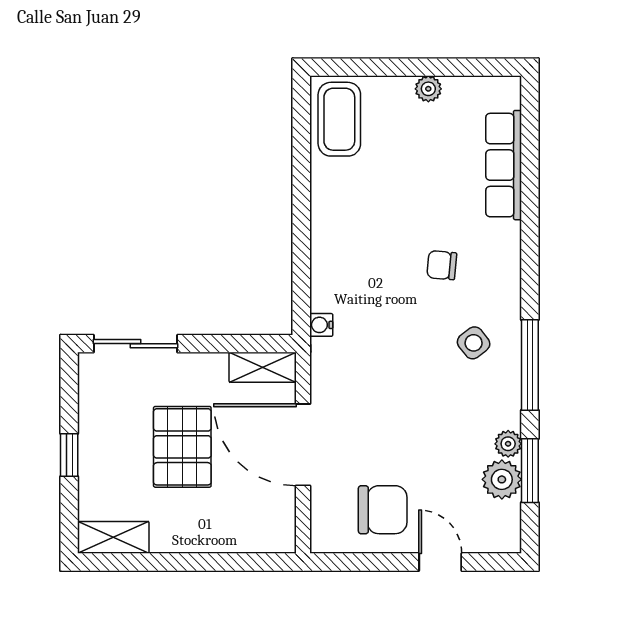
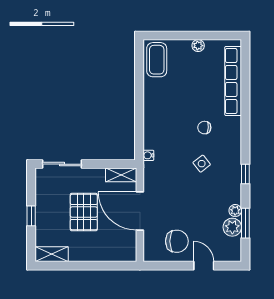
row of seats: (504, 165) -> (233, 81), width x1.36
side table: (474, 343) -> (202, 164), moved
window: (530, 365) -> (245, 174), width x0.46

